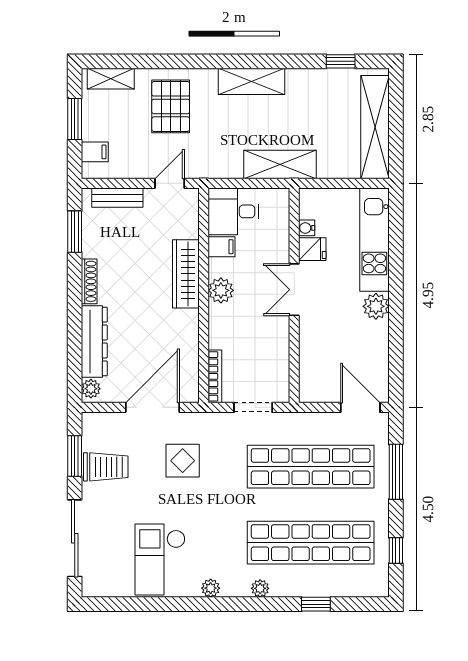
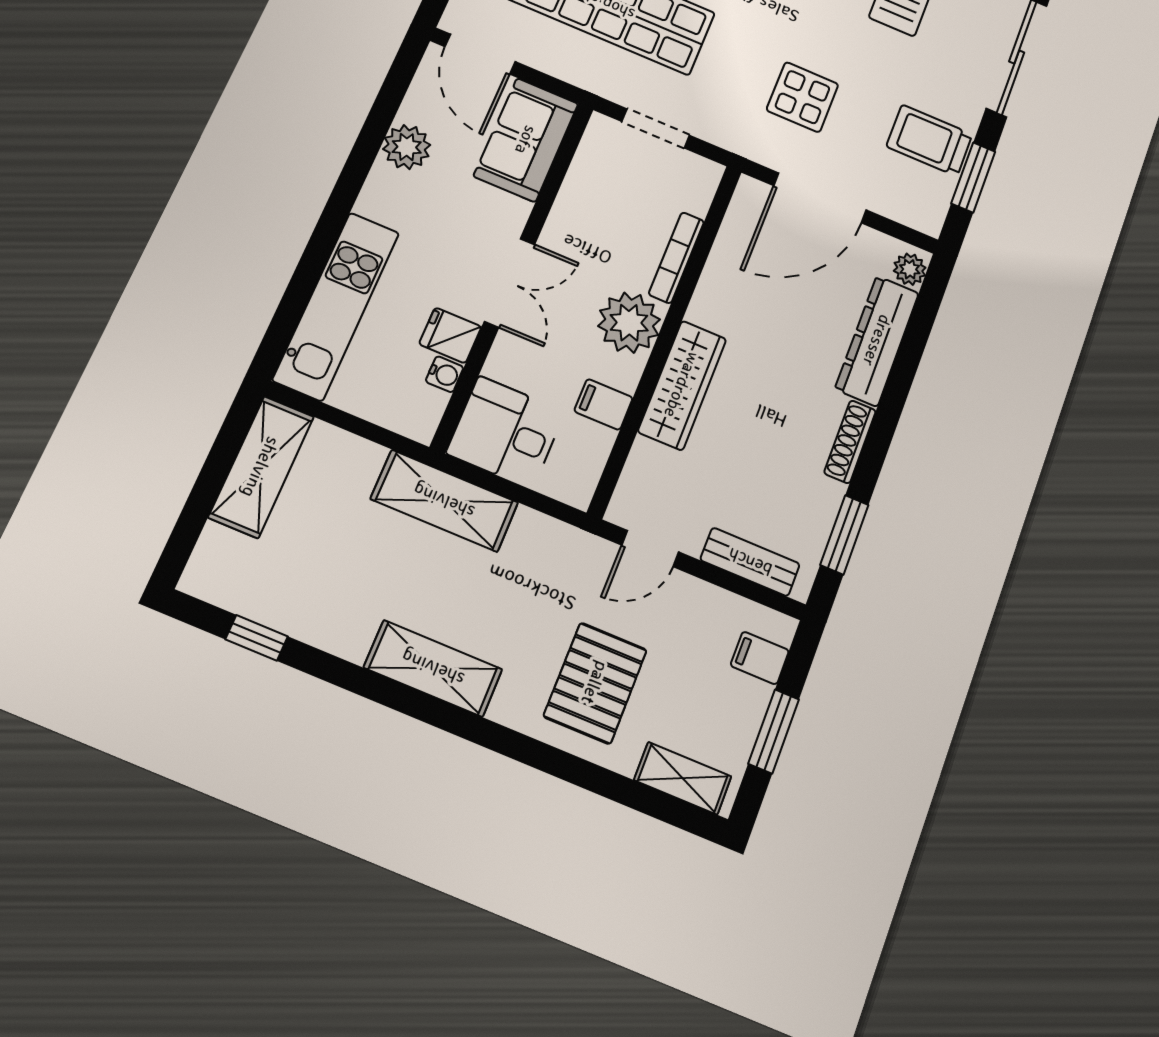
shelving: (375, 127) -> (261, 467), width x0.68
desk: (233, 211) -> (506, 432), moved, turned 180
plant: (221, 290) -> (629, 323), width x1.36, depth x1.36
plant: (376, 306) -> (407, 147), moved
sofa: (317, 371) -> (526, 140), added
bookcase: (215, 376) -> (676, 258), moved

